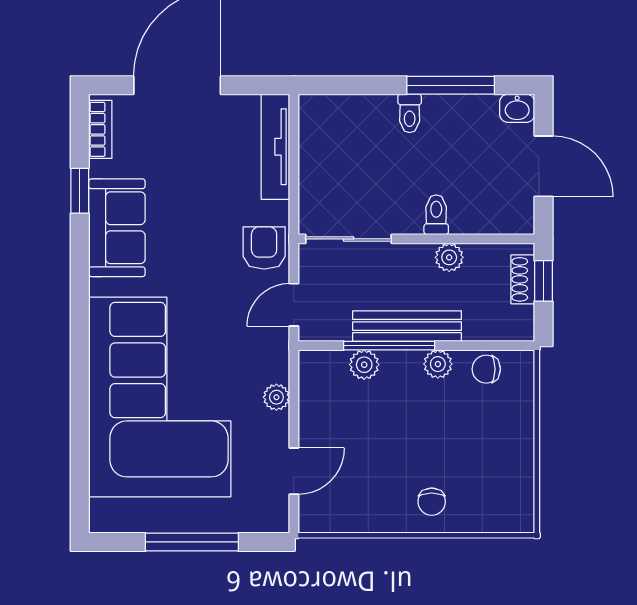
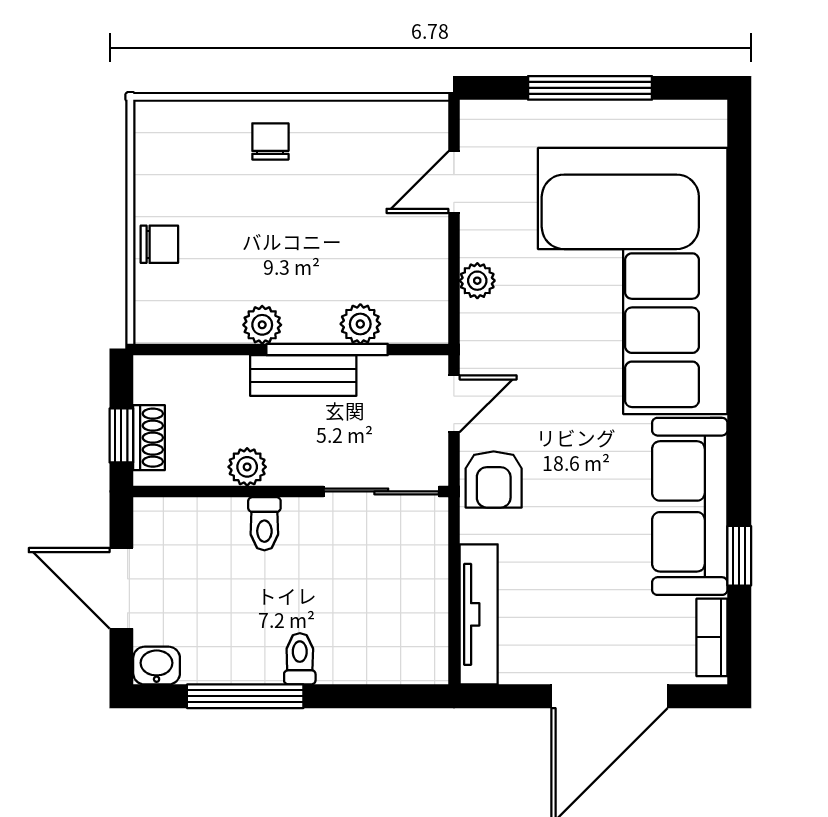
sofa: (117, 228) -> (690, 506), width x1.36
bench: (407, 326) -> (303, 375), width x0.73
chair: (486, 369) -> (159, 244), moved

